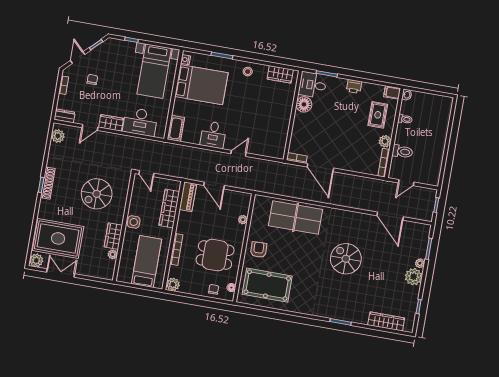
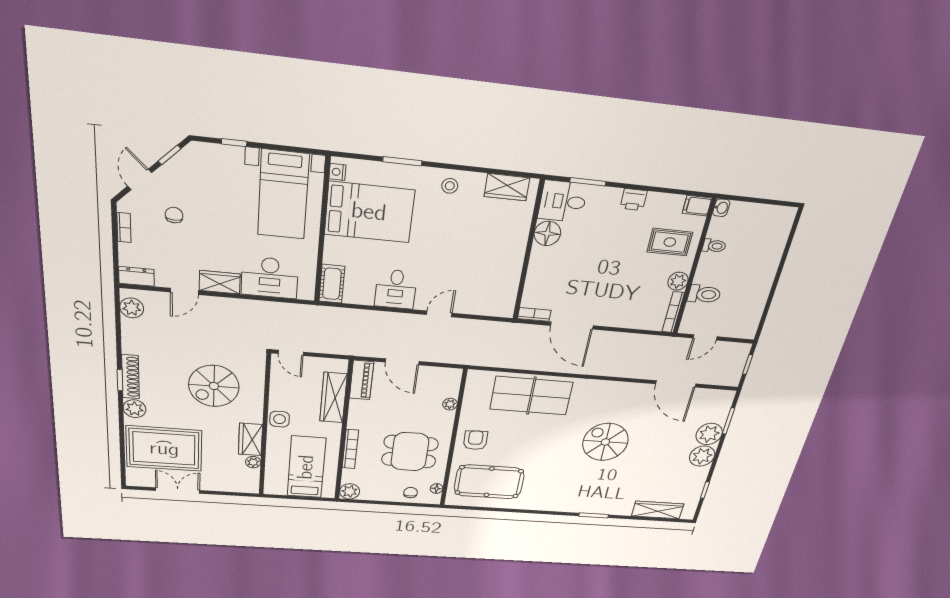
rug: (378, 115) -> (670, 242), turned 90
plant: (36, 260) -> (135, 409), moved
plant: (420, 263) -> (709, 434), width x1.88, depth x1.88

